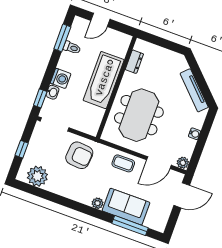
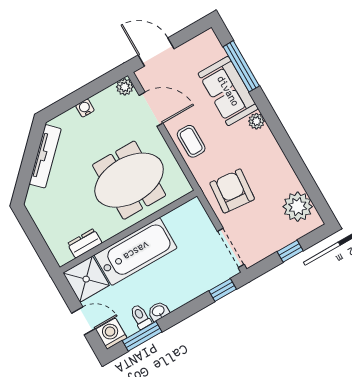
shower: (118, 43) -> (86, 279), added
washing machine: (61, 78) -> (111, 334), moved
washbasin: (53, 92) -> (158, 311), moved

